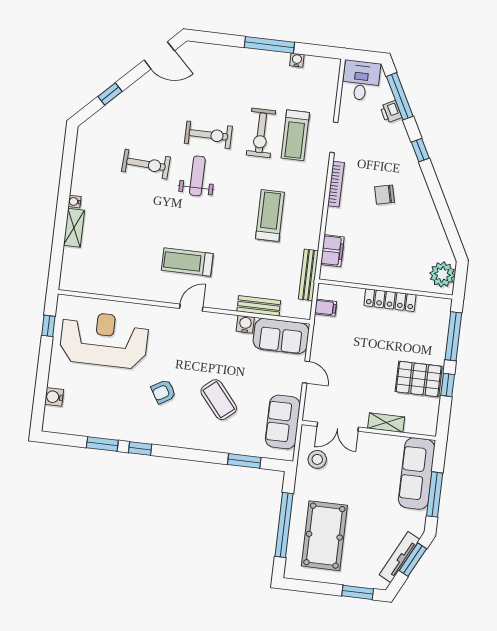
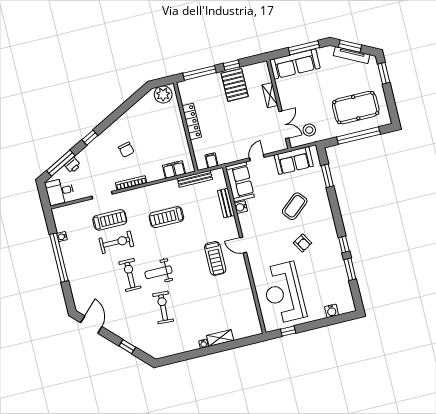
window: (269, 45) -> (59, 258), width x1.46

